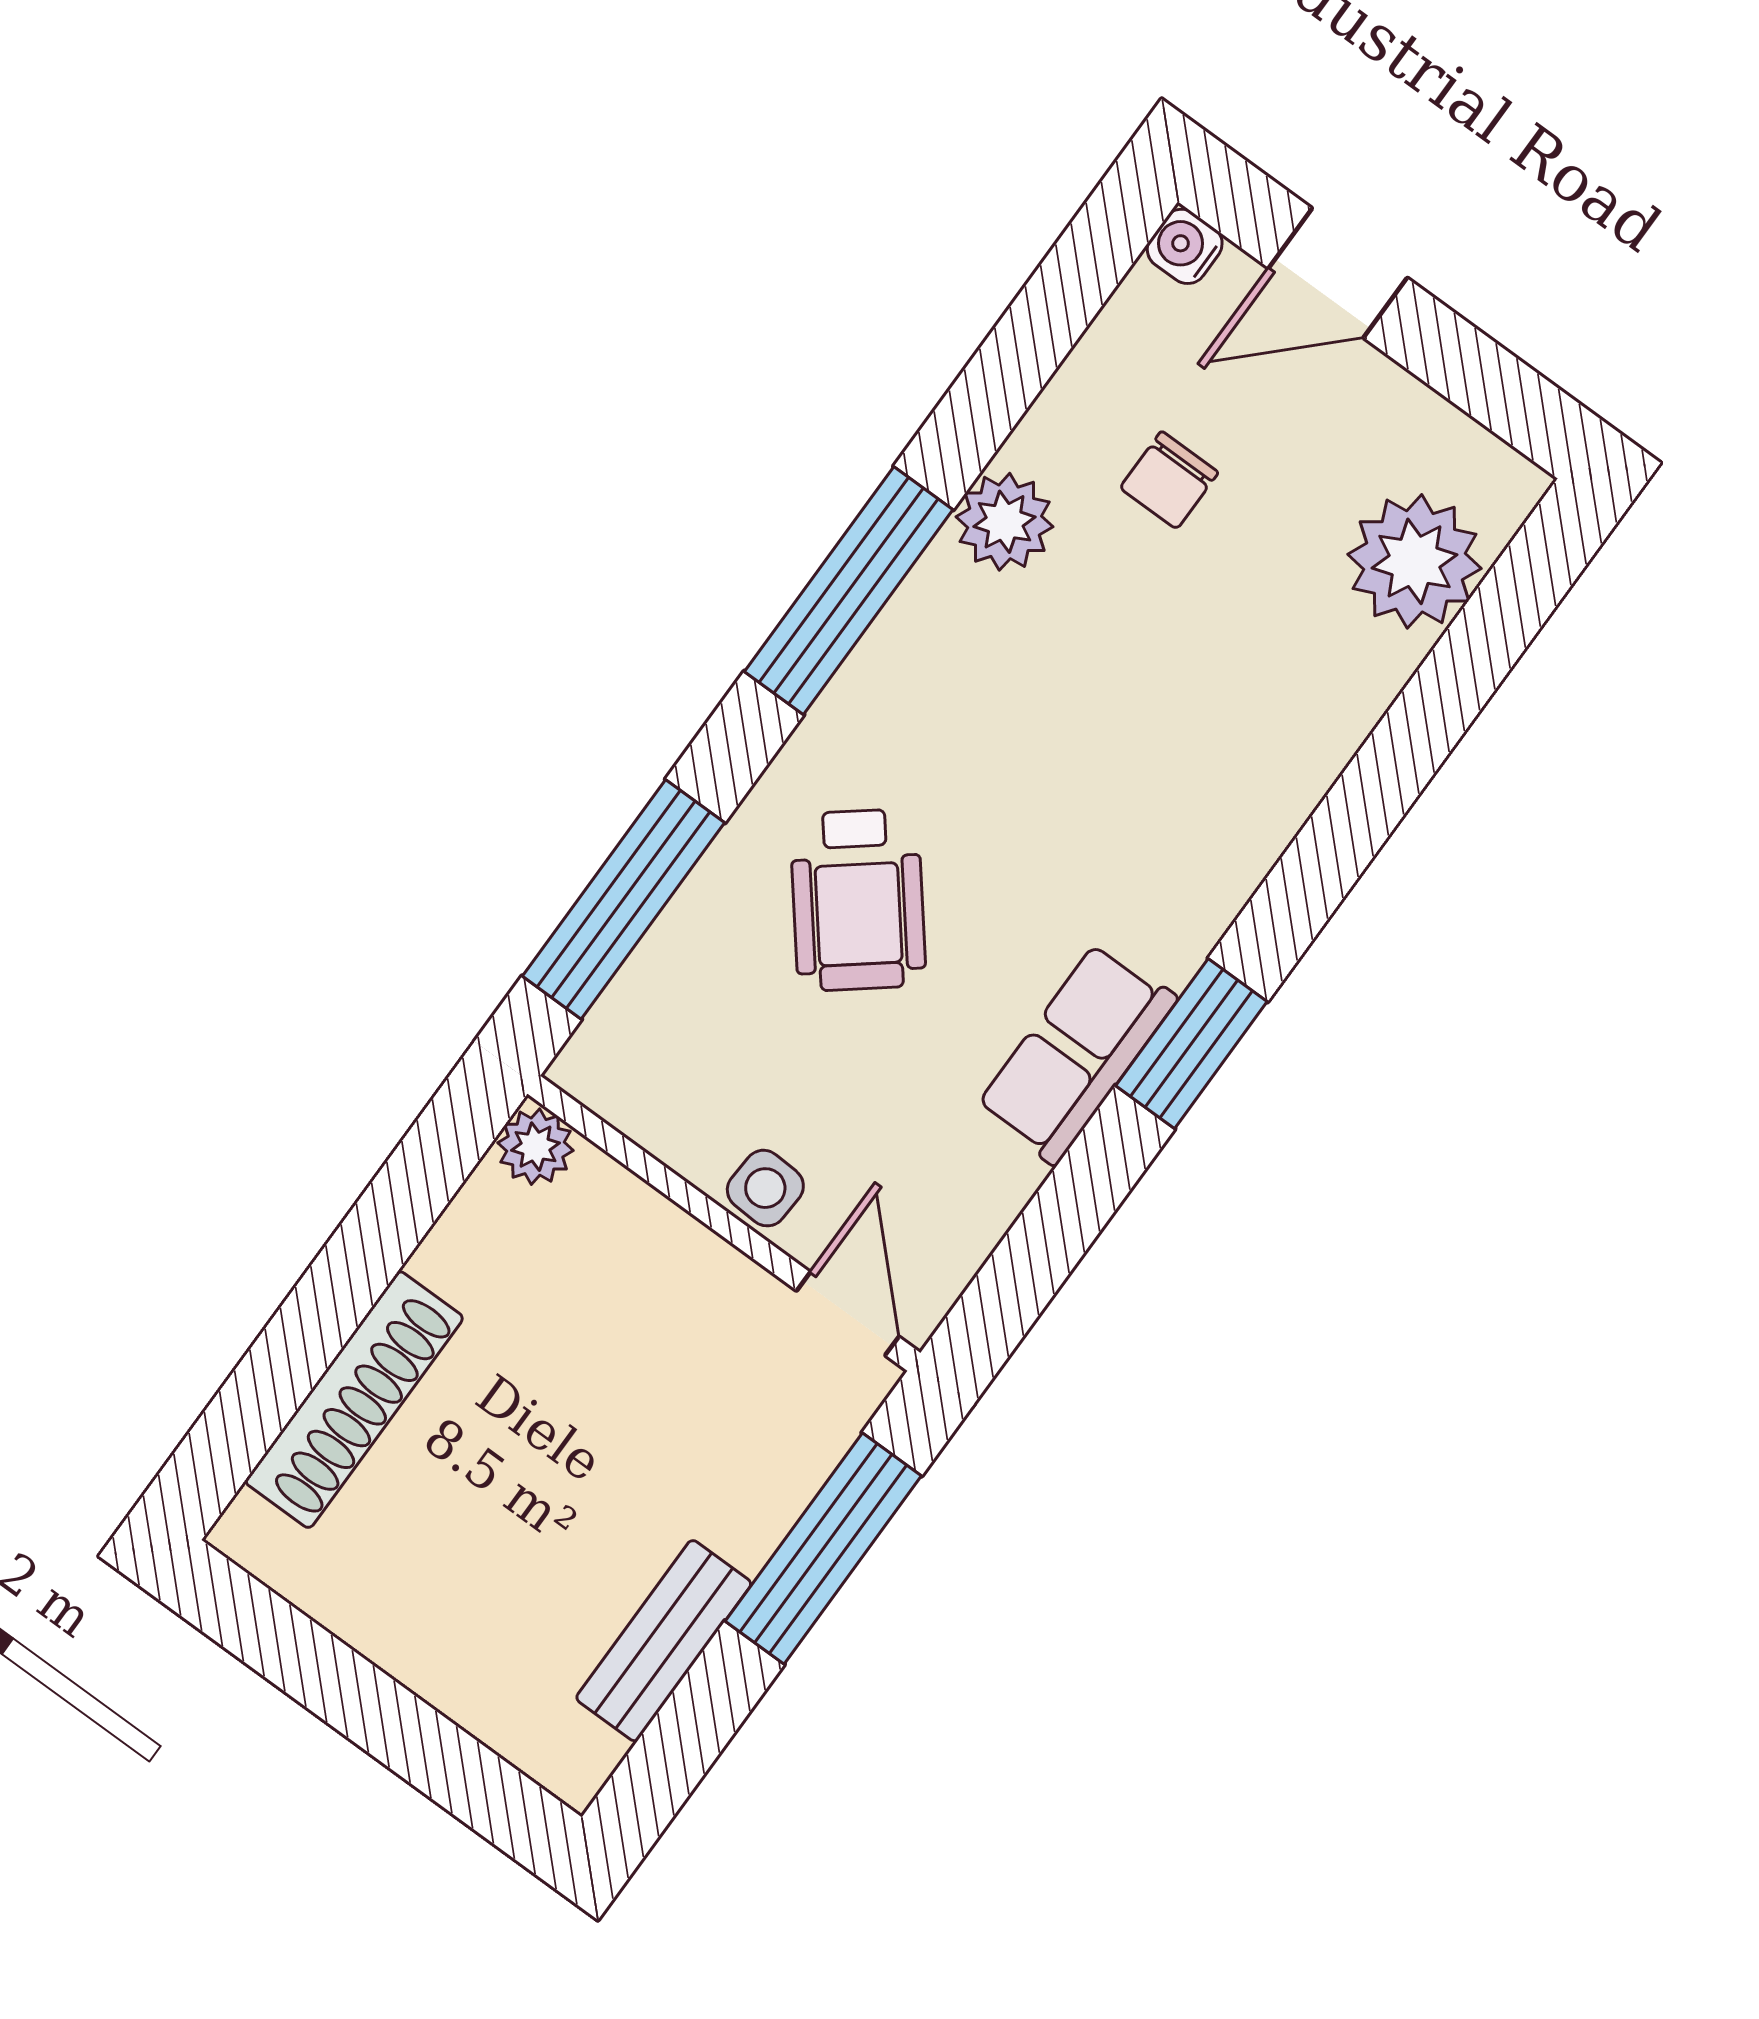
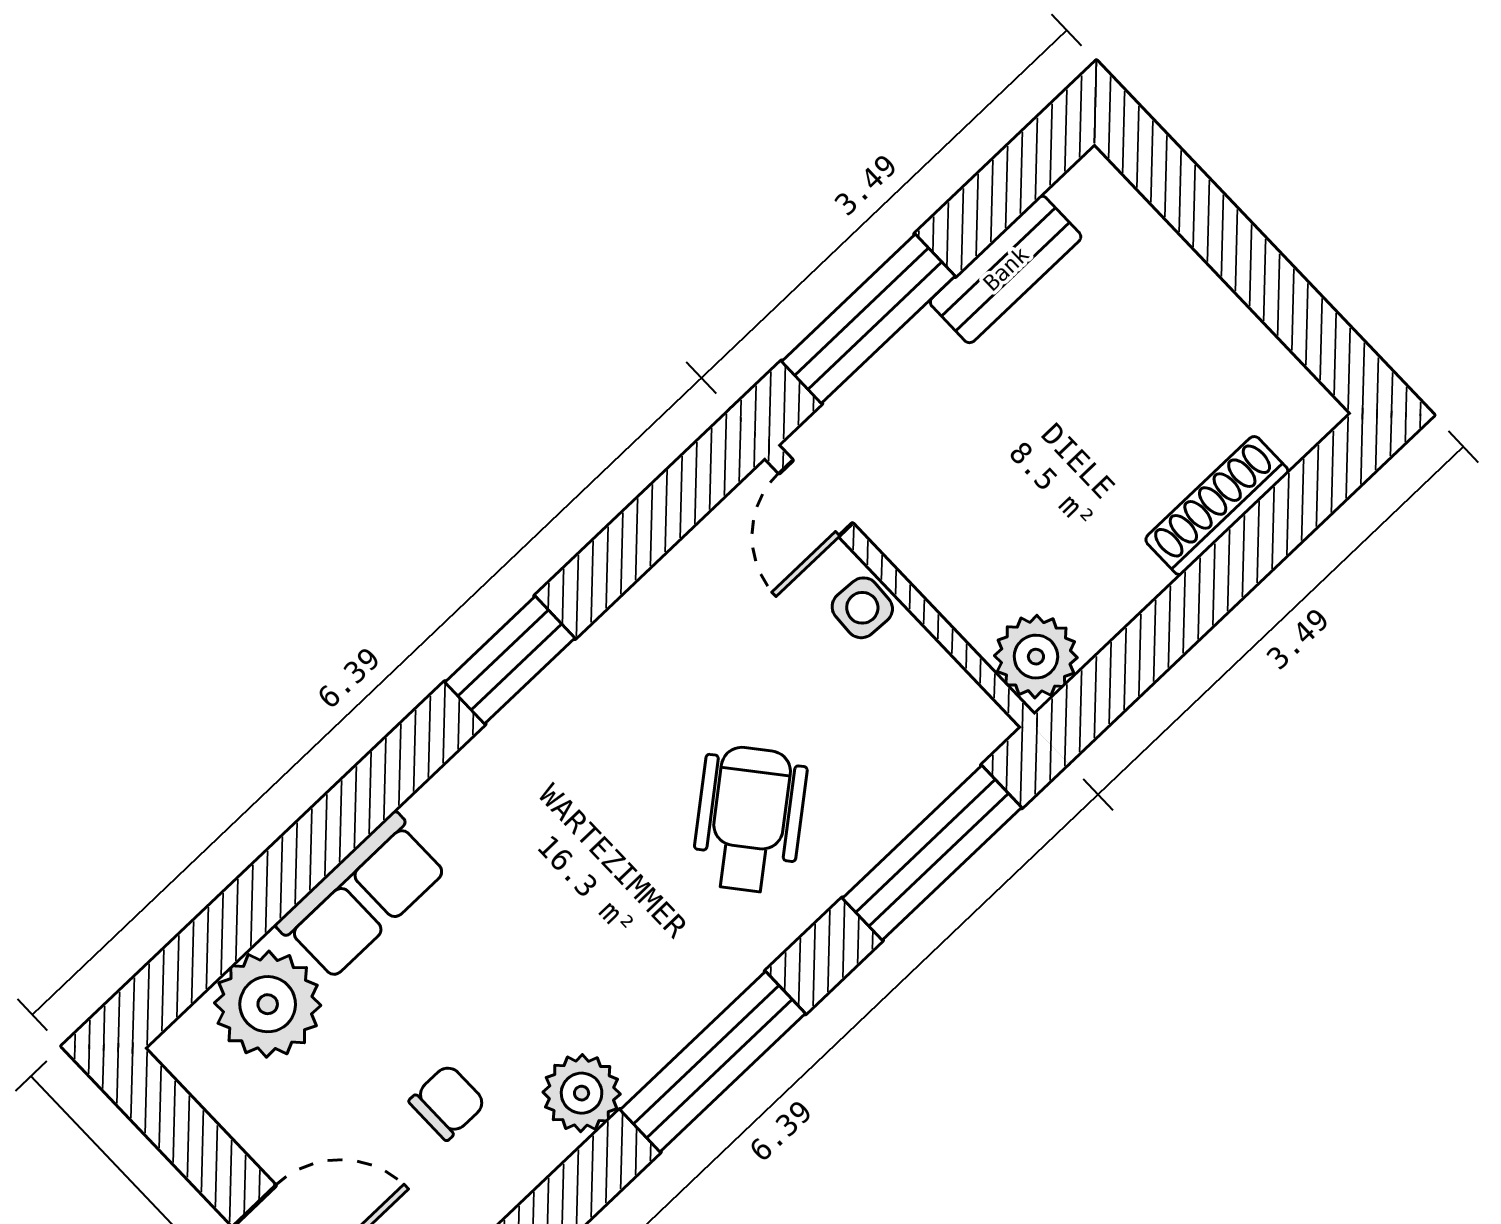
row of seats: (1077, 1053) -> (362, 896), moved
plant: (535, 1147) -> (1036, 657), width x1.38, depth x1.38
shoe rack: (354, 1400) -> (1217, 506), width x0.74, depth x0.81

